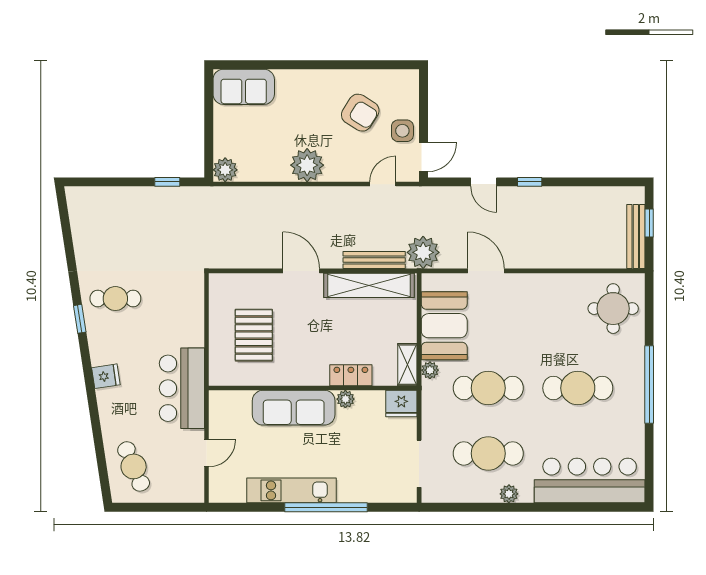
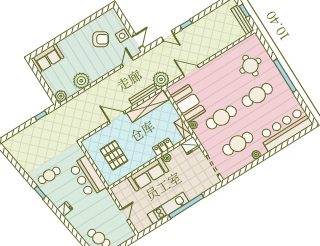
plant: (307, 165) -> (81, 81), moved
round table: (613, 309) -> (250, 66), moved
bar counter: (182, 388) -> (87, 177), moved

